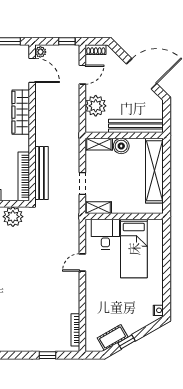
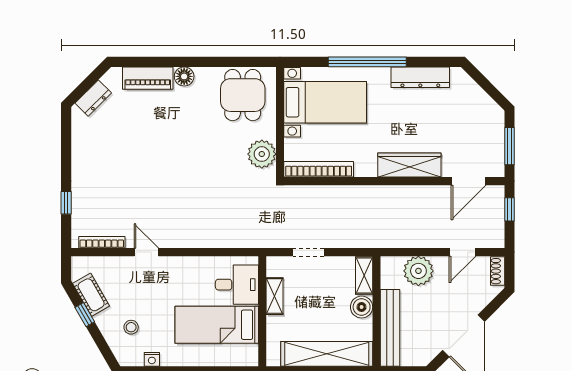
window: (67, 41) -> (510, 209), moved
plant: (40, 52) -> (494, 193), removed
door: (82, 75) -> (462, 252), hinge flipped
bench: (42, 173) -> (323, 194), removed
shelving: (98, 208) -> (275, 296), moved
door: (82, 262) -> (146, 252), moved
stool: (136, 309) -> (131, 327), added
nightstand: (158, 310) -> (152, 359), moved

